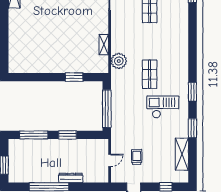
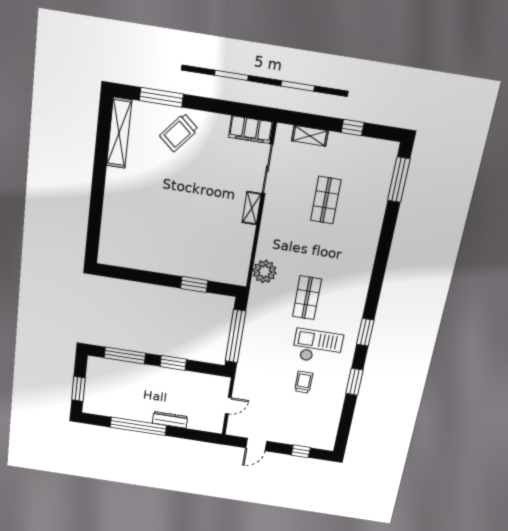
shelving: (104, 45) -> (252, 208), moved
shelving: (182, 154) -> (332, 413), removed
trolley: (137, 157) -> (304, 382), moved

